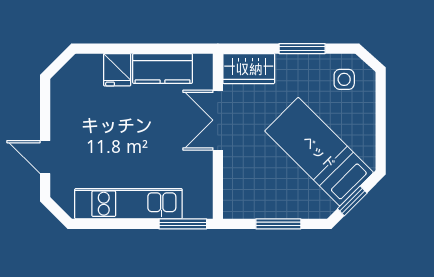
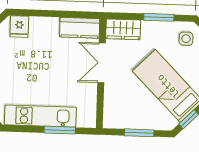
kitchen counter: (163, 68) -> (80, 28), moved
fridge: (117, 70) -> (19, 27), moved
window: (183, 224) -> (60, 130), moved

